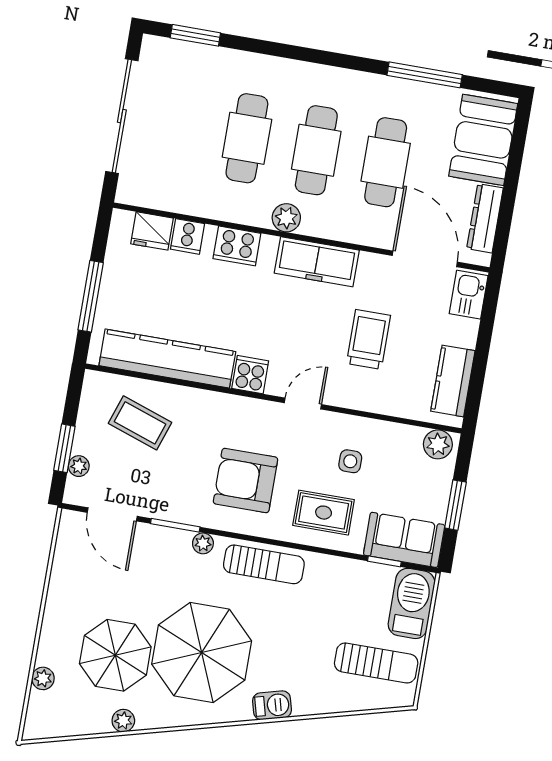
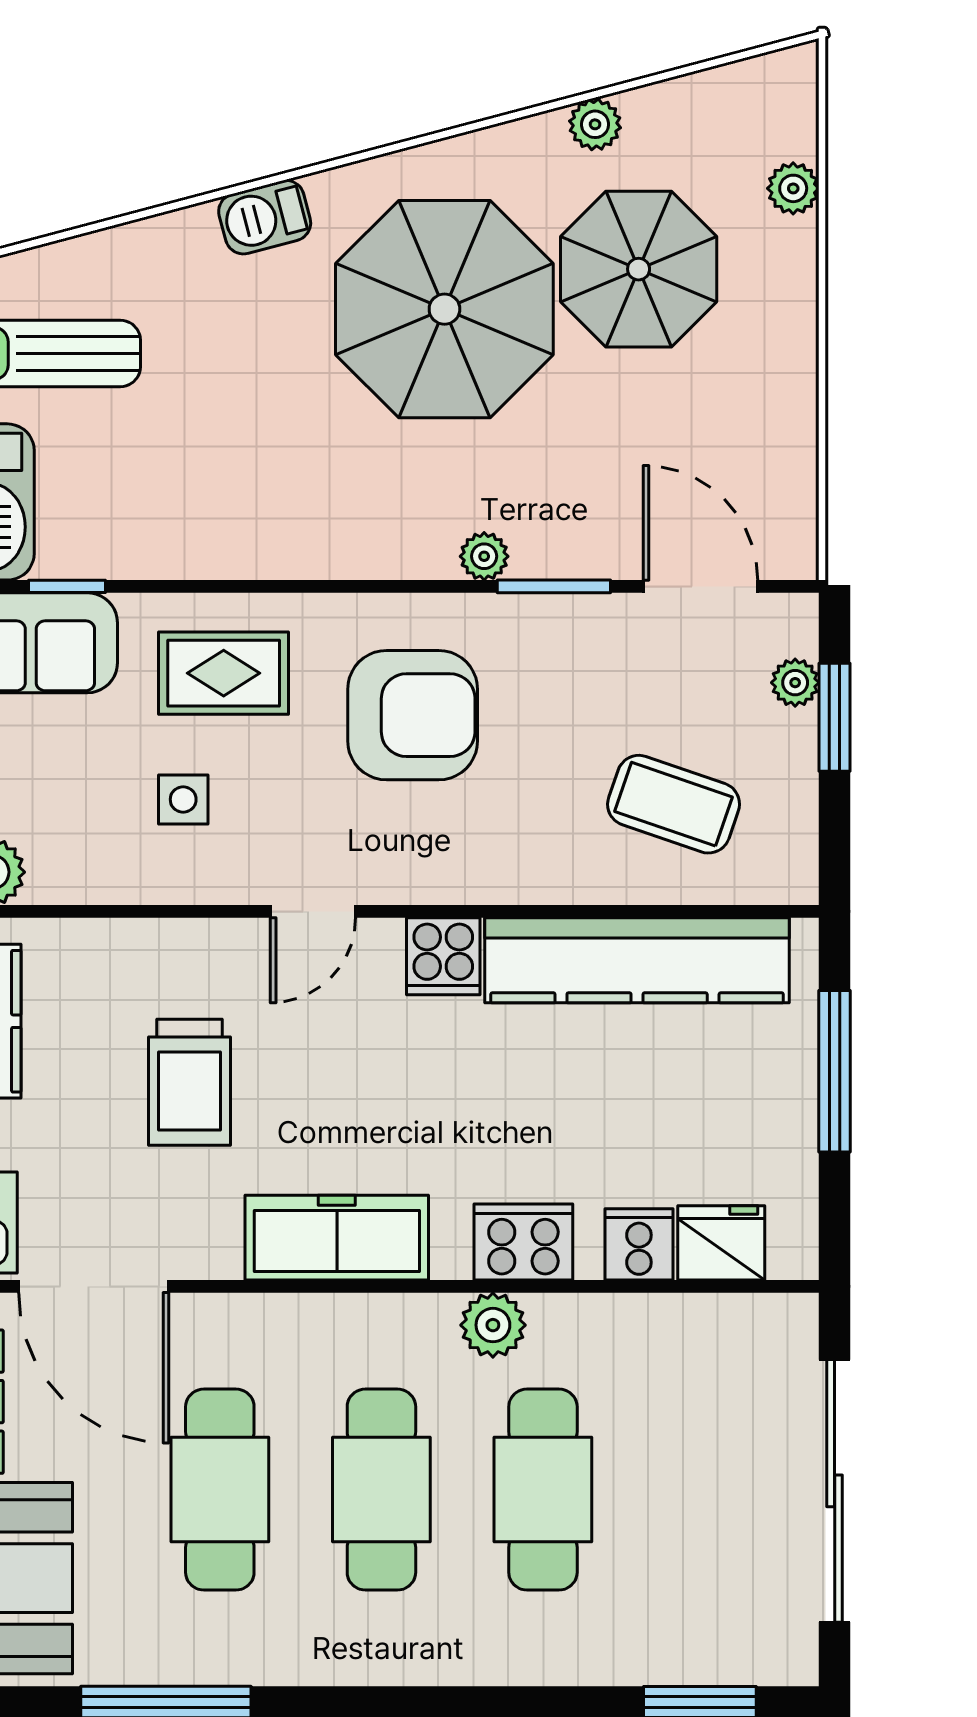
plant: (286, 218) -> (493, 1325), moved
sun lounger: (264, 564) -> (338, 533), removed

